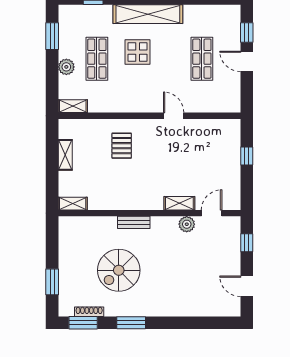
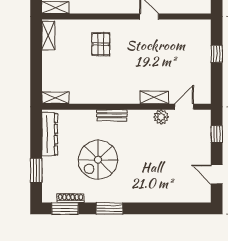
shelving: (65, 155) -> (48, 35), moved
dresser: (67, 243) -> (50, 134), added

